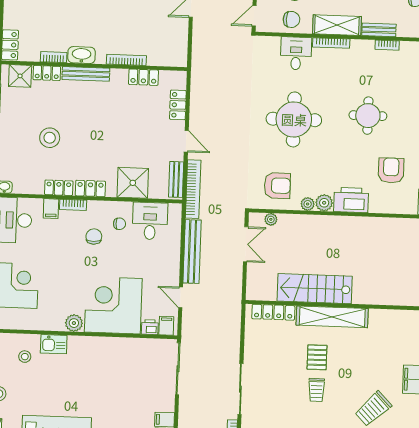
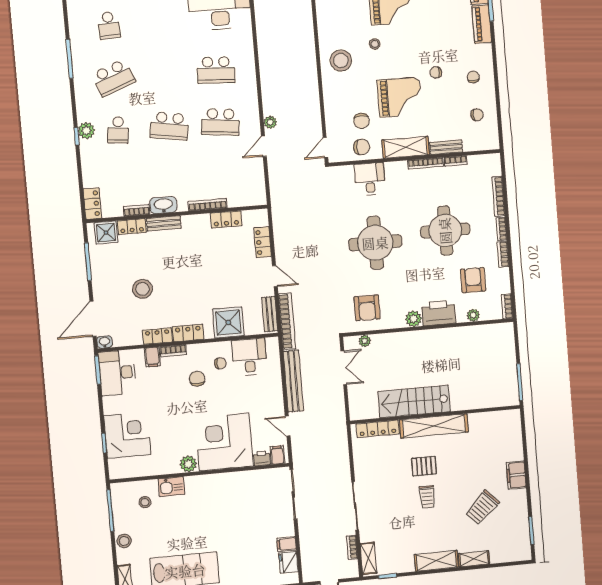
bookcase: (331, 43) -> (426, 163), moved
bench: (86, 74) -> (164, 223), width x0.73
round table: (368, 116) -> (445, 231), width x1.36, depth x1.36
armchair: (277, 186) -> (367, 308), turned 90
plant: (308, 204) -> (473, 315), moved
pallet: (317, 357) -> (424, 466), turned 90

